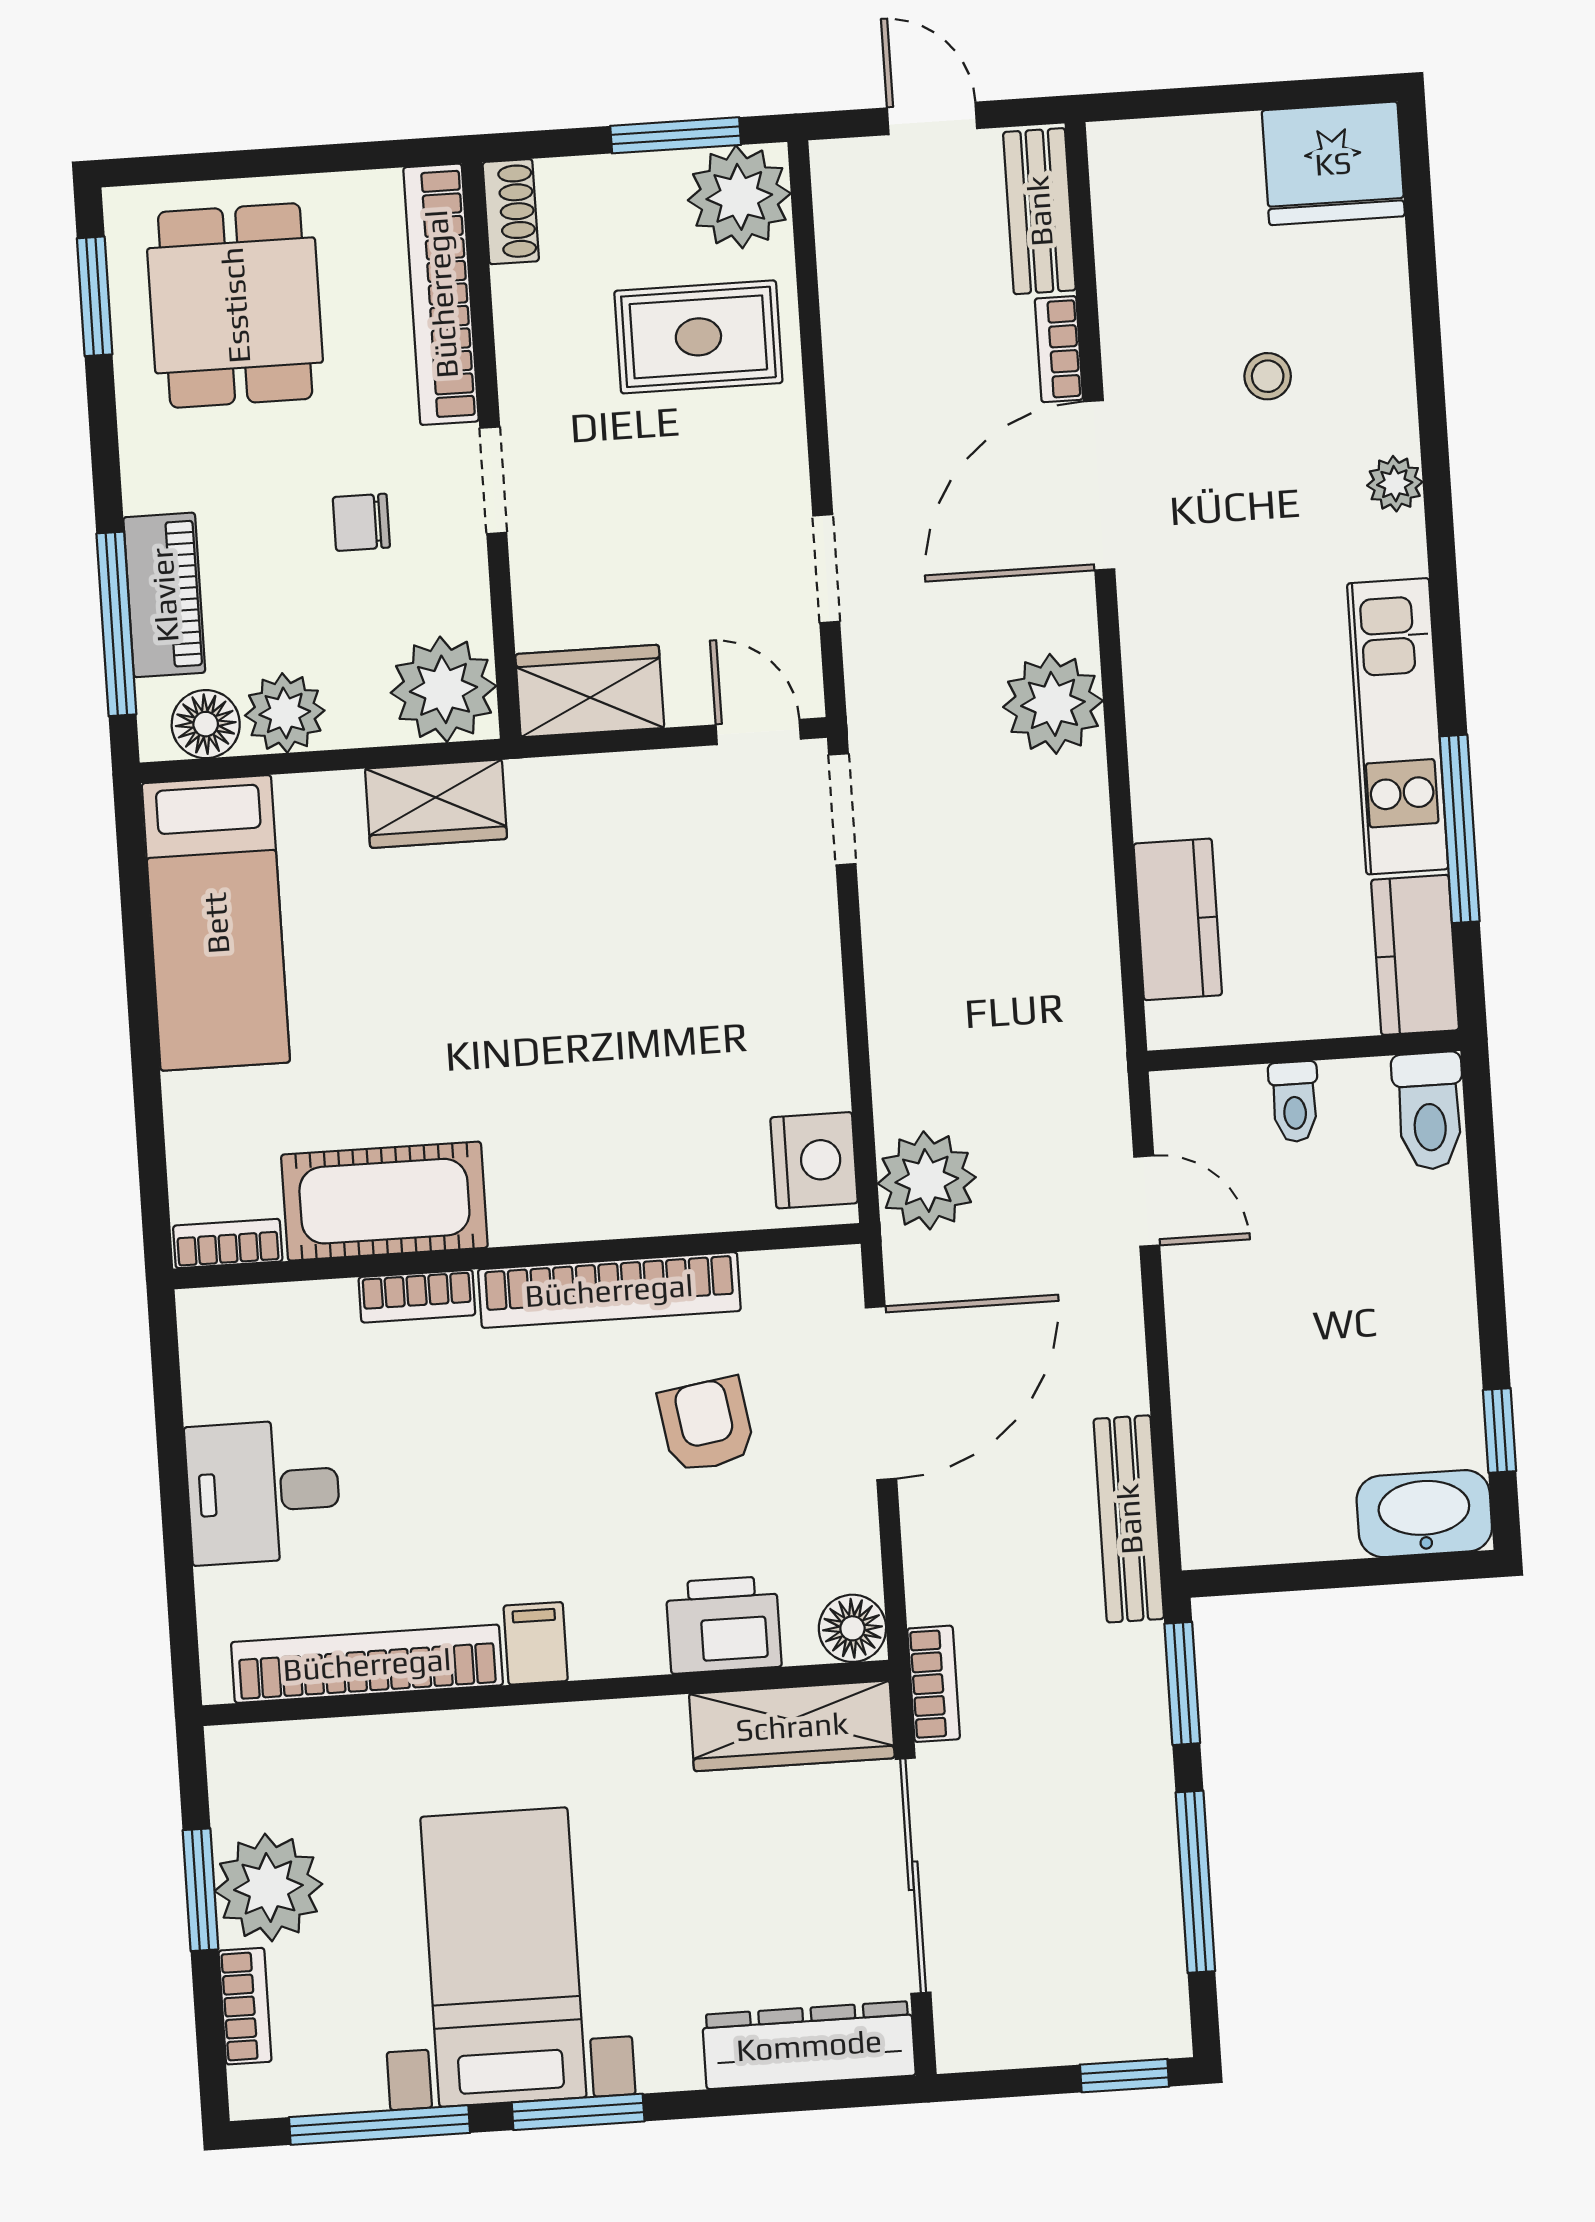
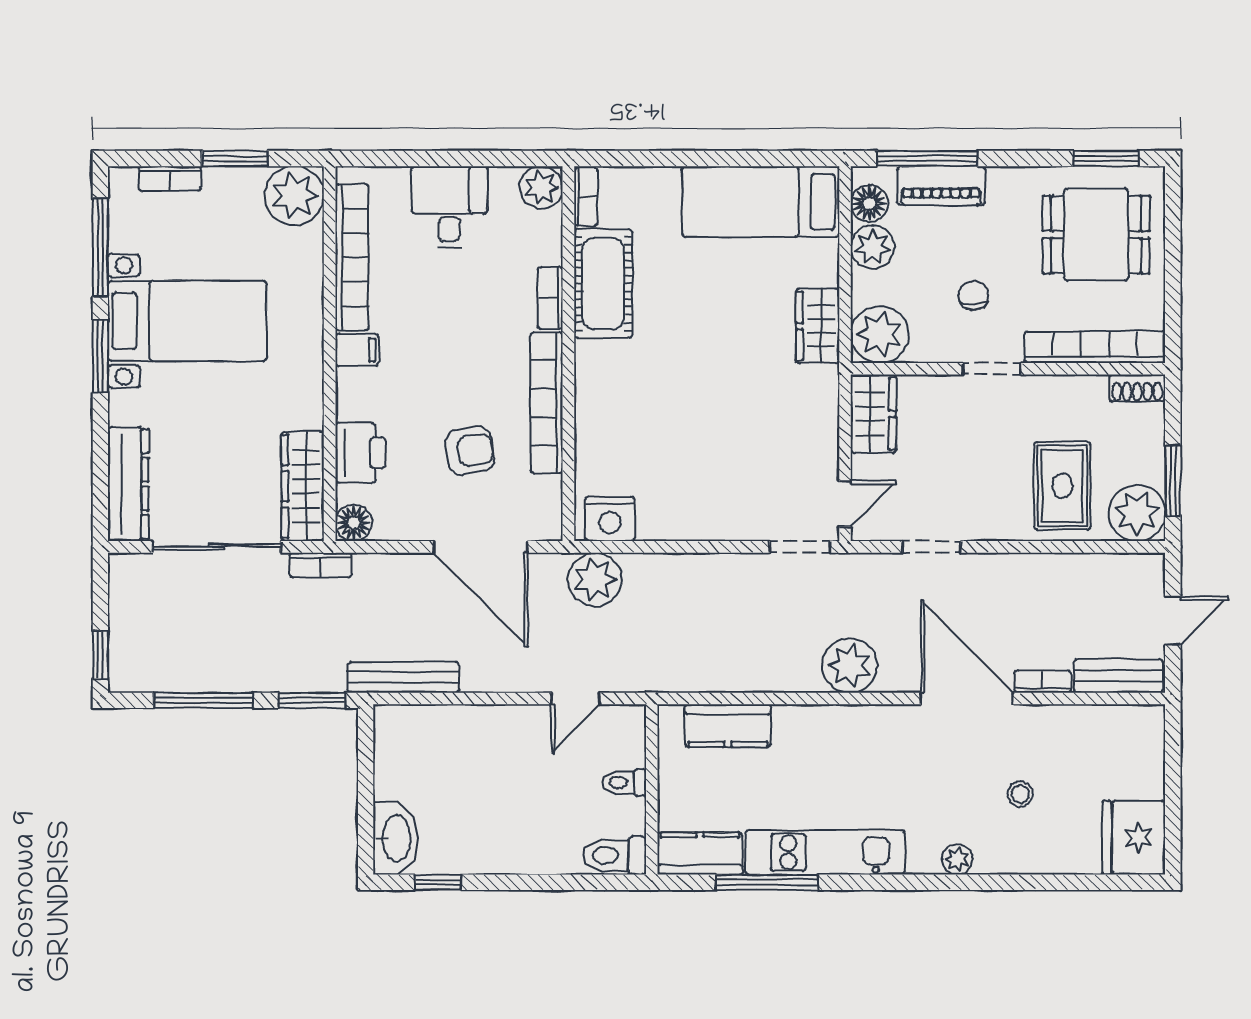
plant: (216, 1326) -> (541, 187), added
plant: (268, 1888) -> (294, 196), moved

